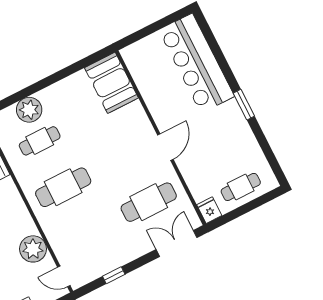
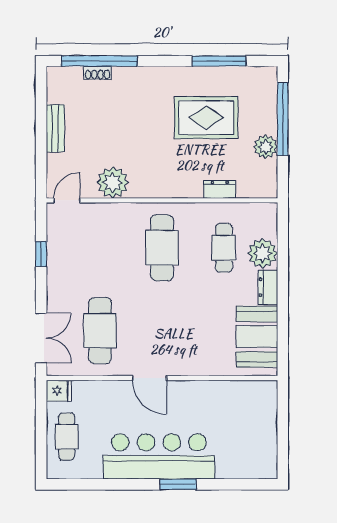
bar counter: (197, 63) -> (159, 456), moved
booth: (111, 83) -> (257, 337), moved, turned 90
dresser: (52, 93) -> (268, 287), added
window: (244, 105) -> (178, 484), moved

